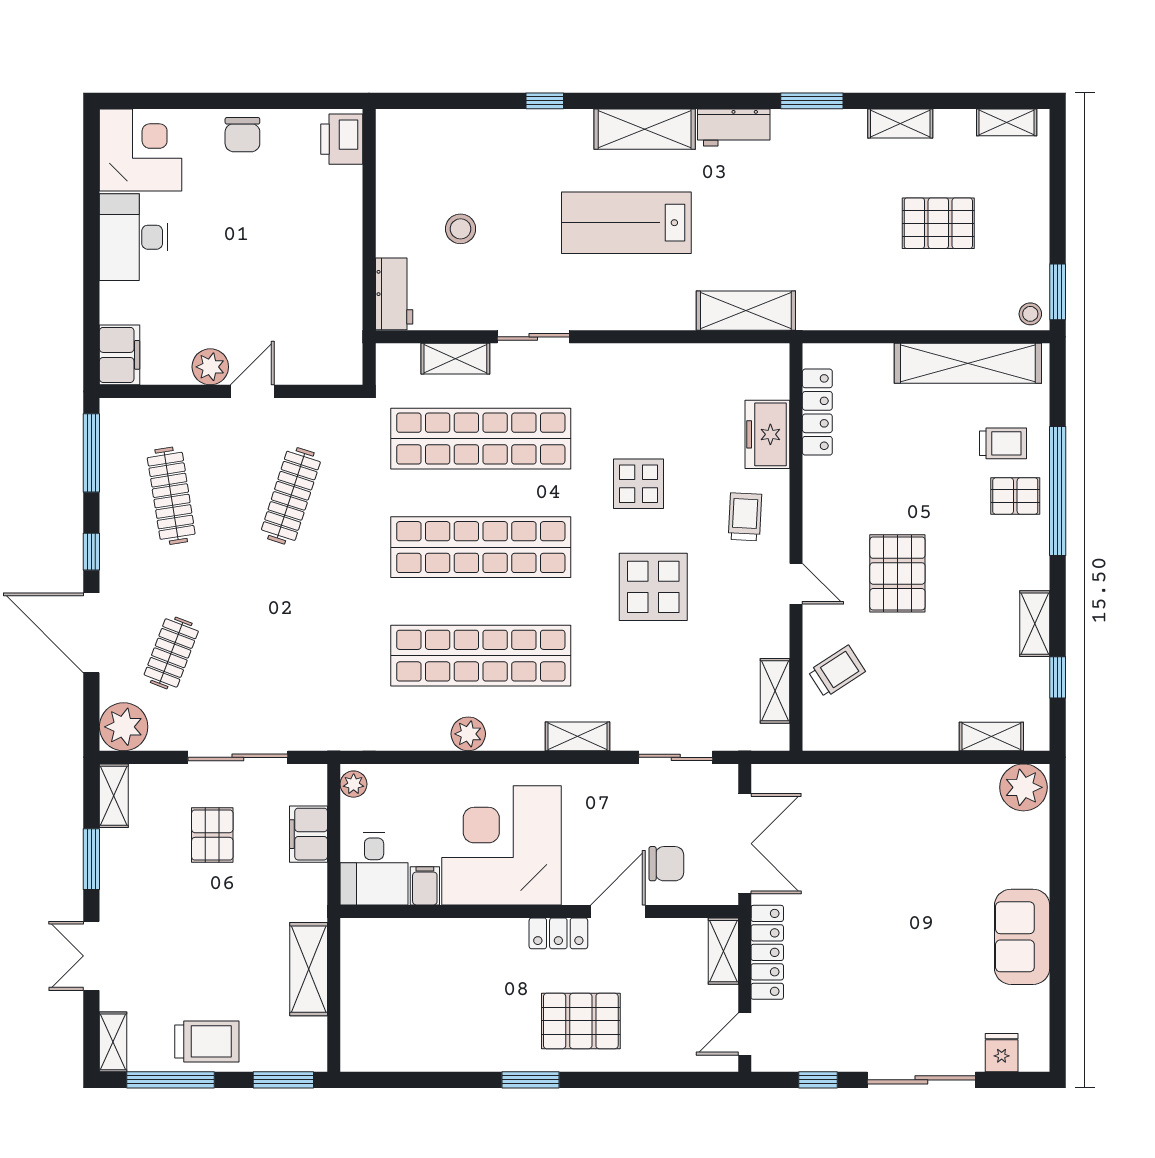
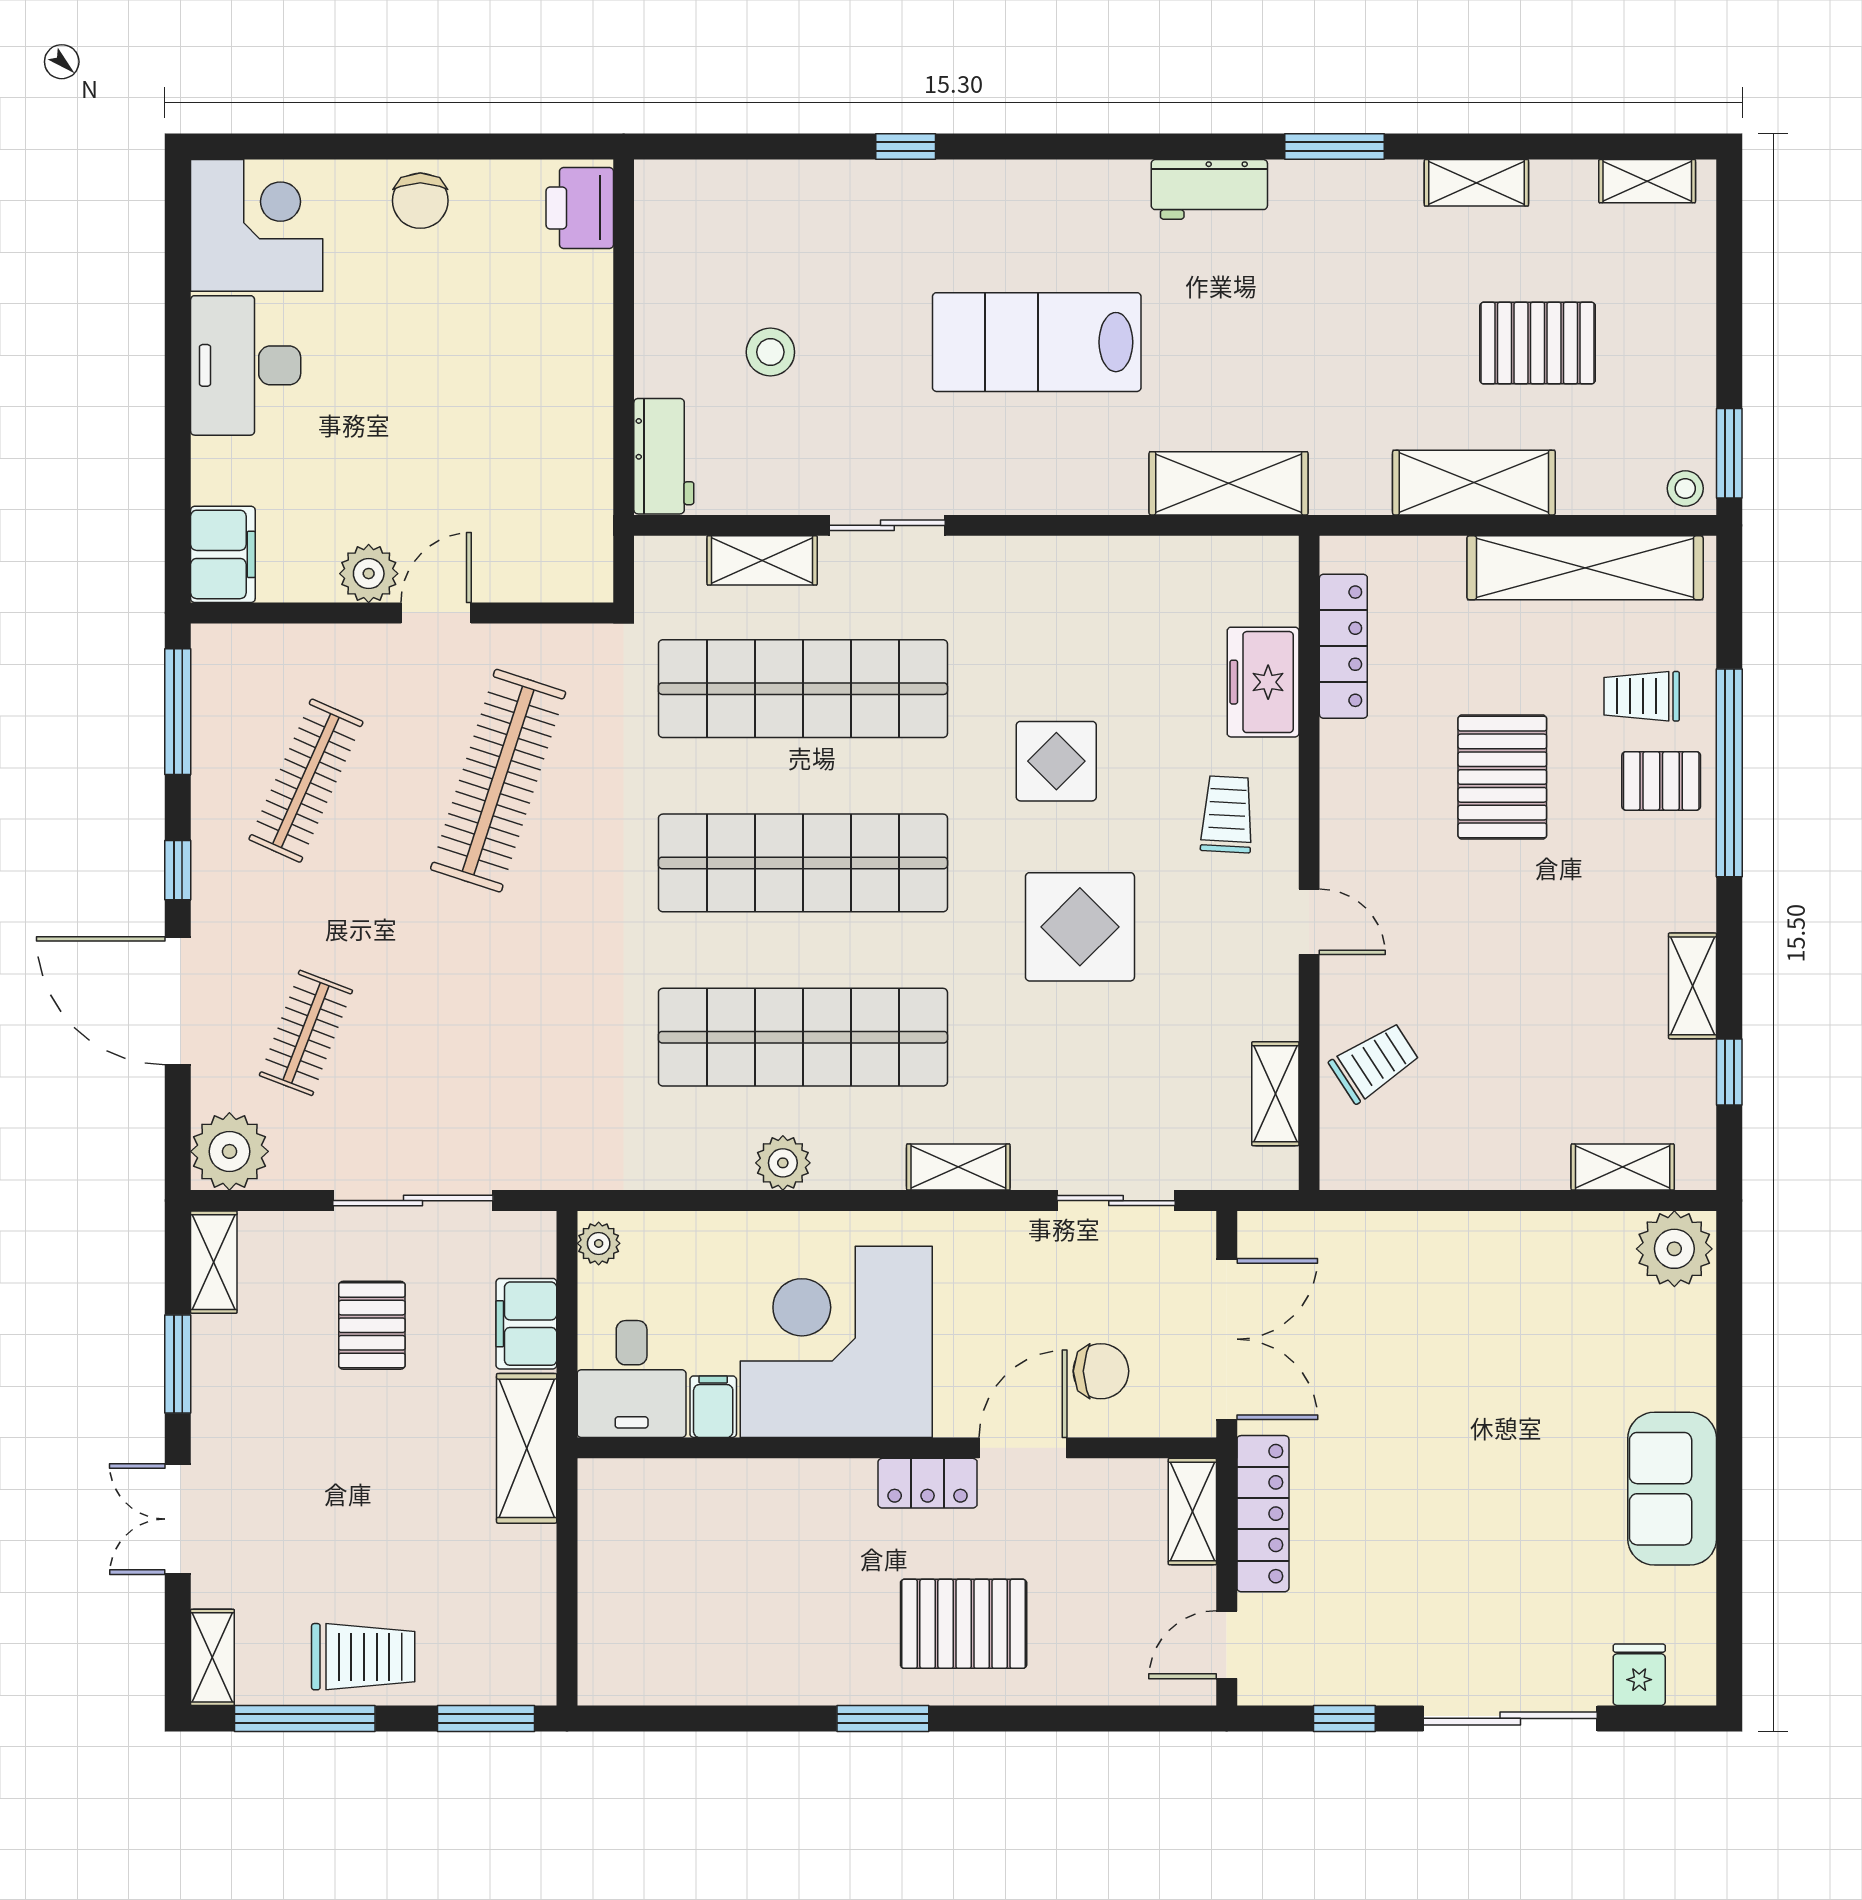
shelving: (645, 129) -> (1474, 483), moved
trolley: (1003, 443) -> (1642, 696), turned 180
clothes rail: (171, 496) -> (306, 781), turned 33
clothes rail: (291, 496) -> (498, 781), width x1.37, depth x1.31
pallet: (897, 573) -> (1502, 777), moved
shelving: (309, 969) -> (527, 1448), moved

